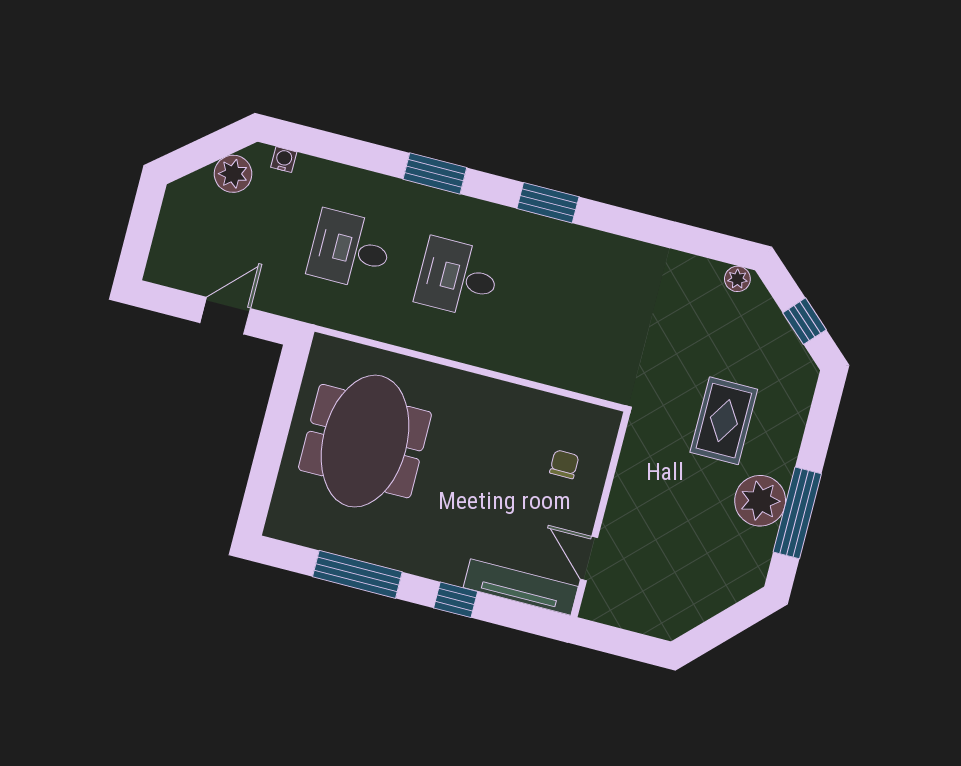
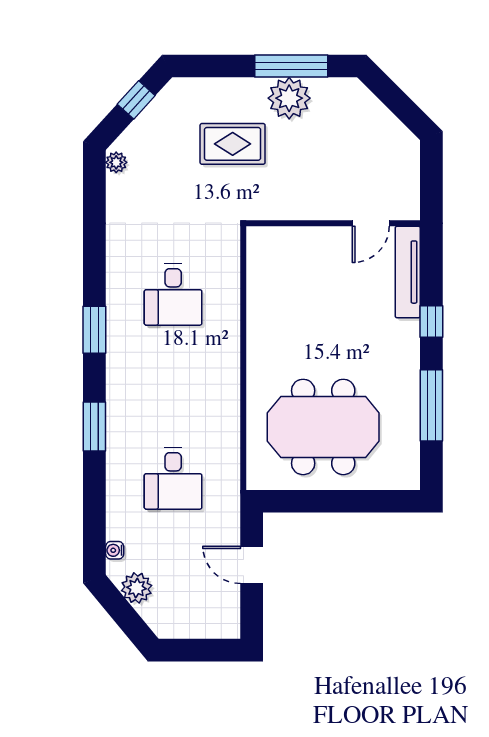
desk: (458, 278) -> (173, 294), moved
chair: (564, 464) -> (301, 263), removed

